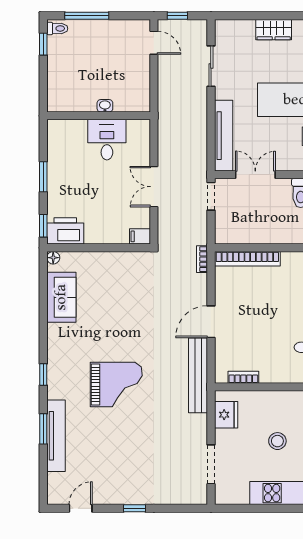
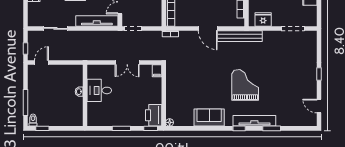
sofa: (61, 297) -> (209, 118), moved
tv unit: (56, 436) -> (254, 121), moved

